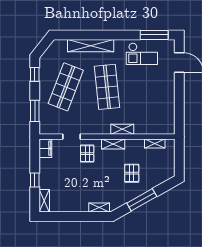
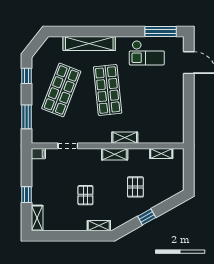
filing cabinet: (45, 148) -> (38, 154), width x0.50
pallet: (87, 154) -> (85, 195), moved
window: (142, 200) -> (147, 217), width x0.46

